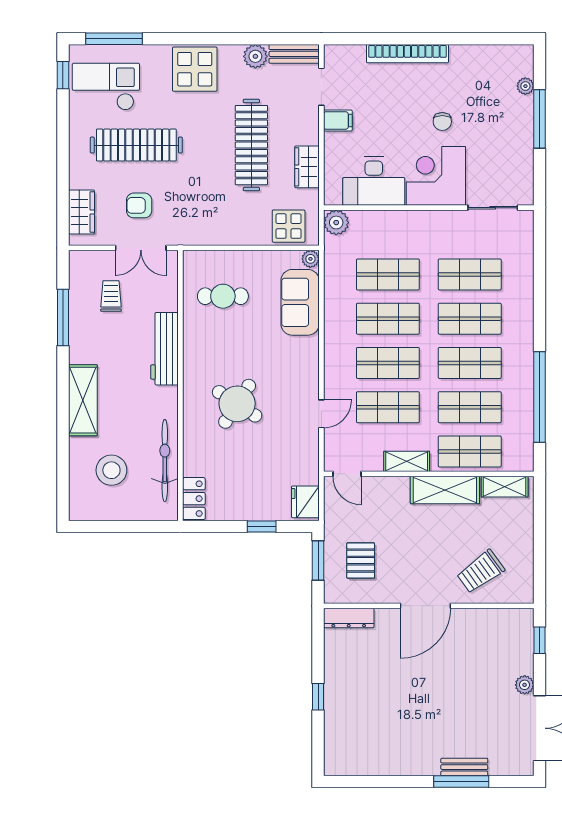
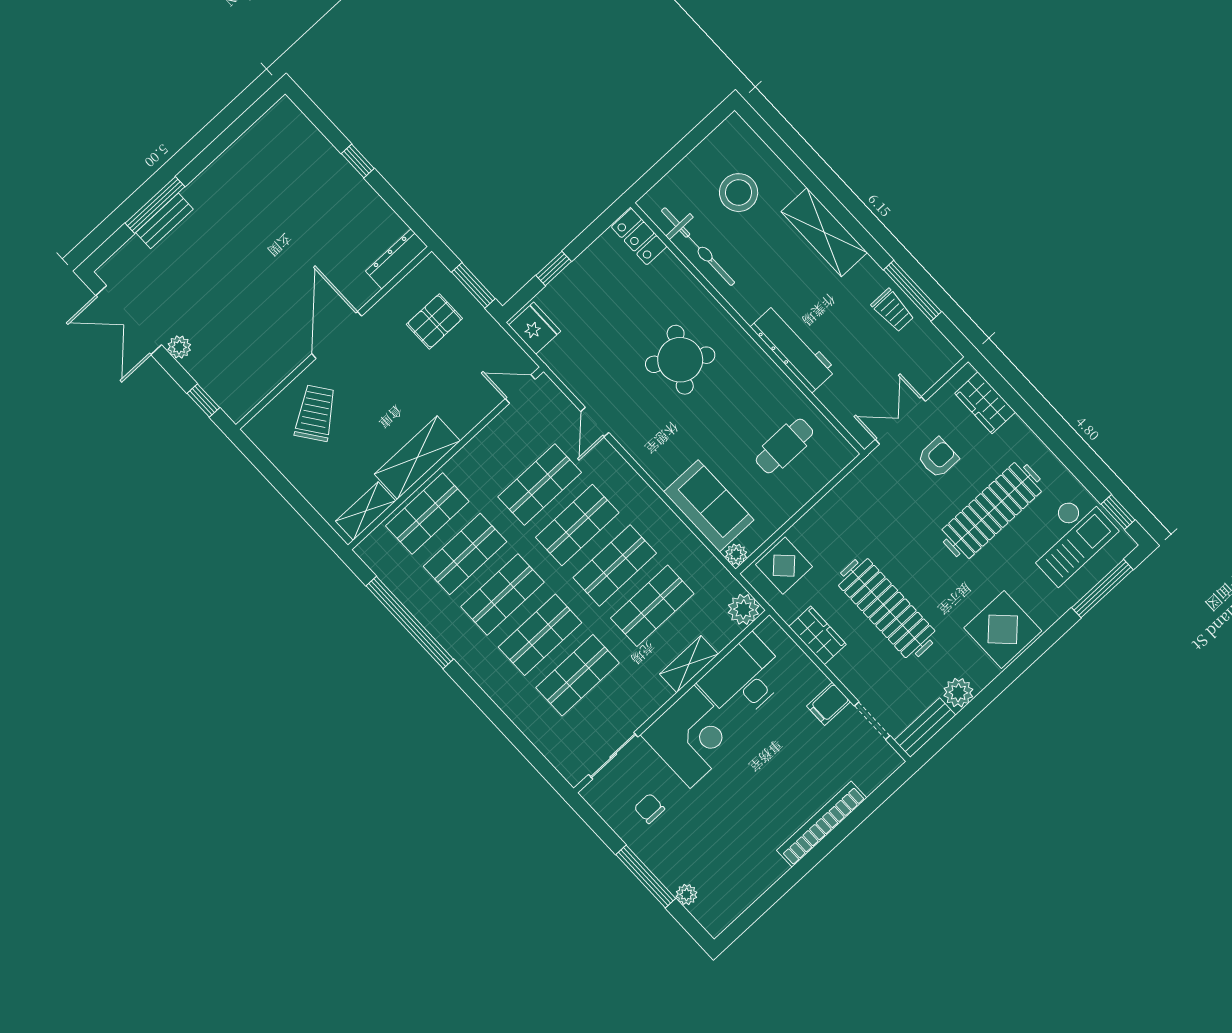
chair: (442, 121) -> (649, 808), moved
trolley: (111, 296) -> (893, 310), moved
shelving: (407, 461) -> (689, 664), moved
pallet: (361, 561) -> (434, 321), turned 90

